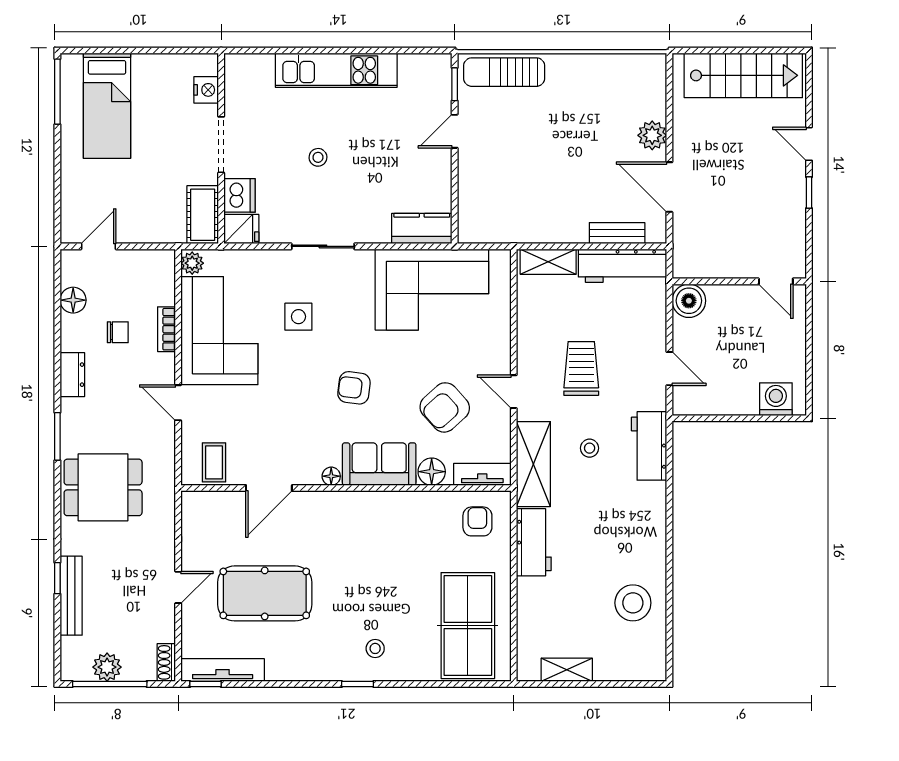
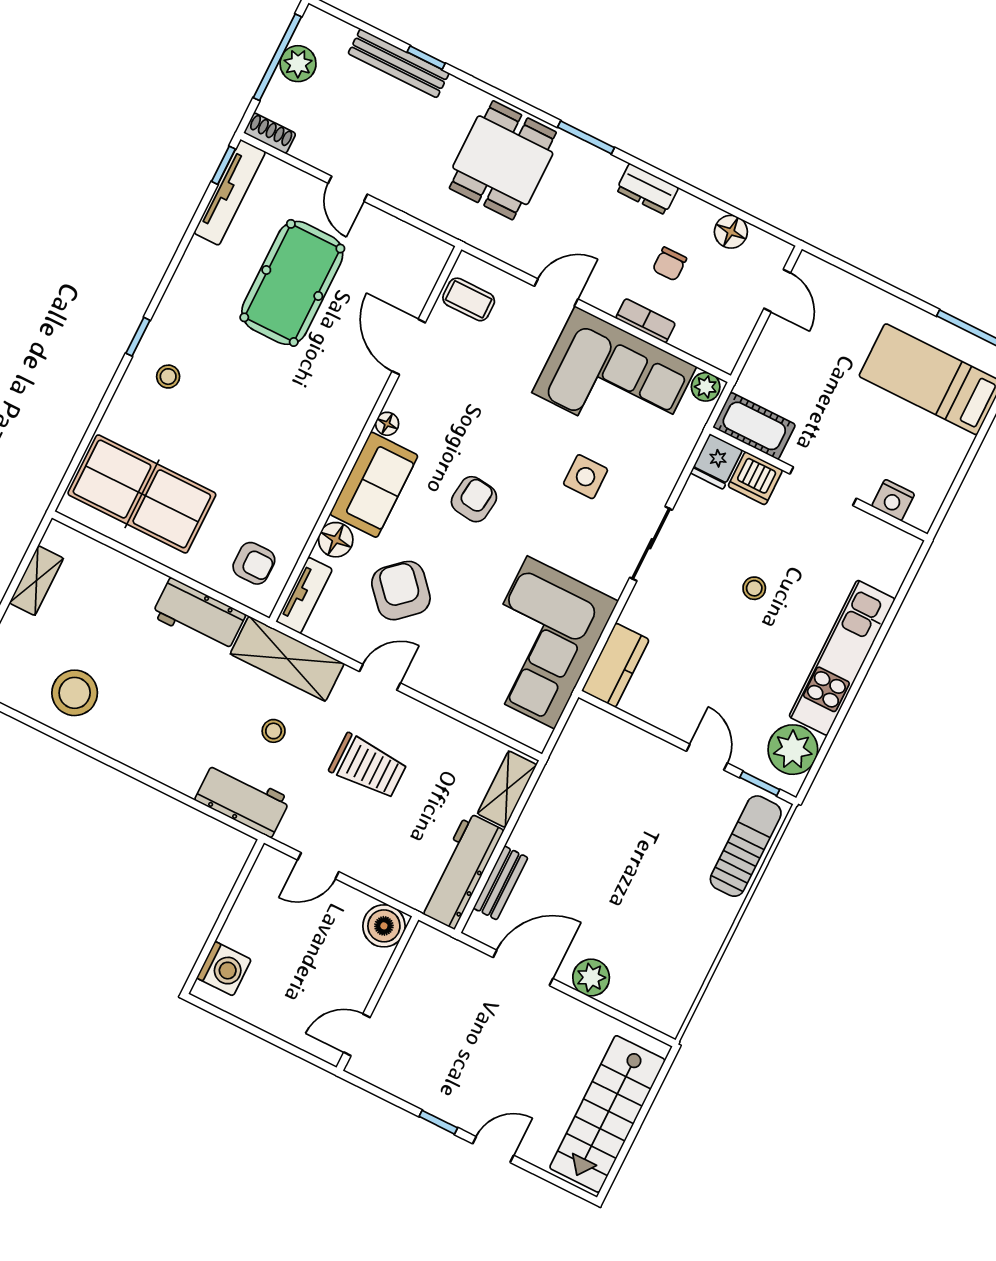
plant: (419, 73) -> (793, 750), added

